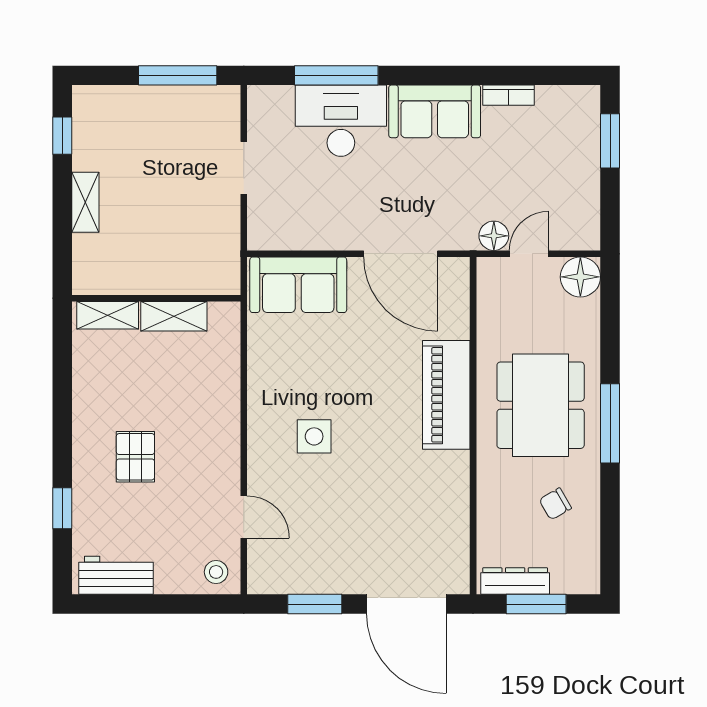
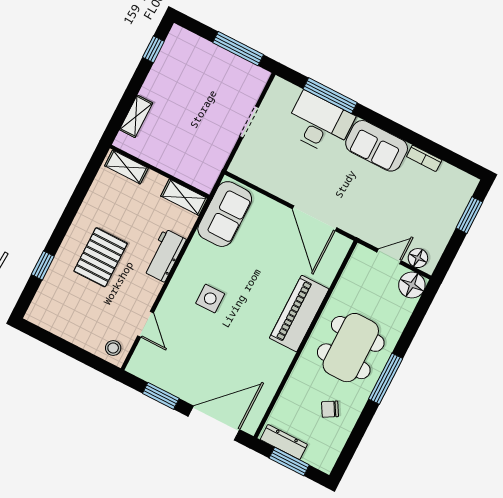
shelving: (85, 202) -> (136, 116), moved
floor lamp: (494, 236) -> (418, 258), moved
sofa: (298, 285) -> (225, 214), moved, turned -90
shelving: (174, 316) -> (184, 197), moved
pallet: (135, 457) -> (101, 257), width x1.50, depth x1.42
workbench: (116, 575) -> (164, 255), moved, turned -90
door: (406, 604) -> (214, 423), swing flipped

